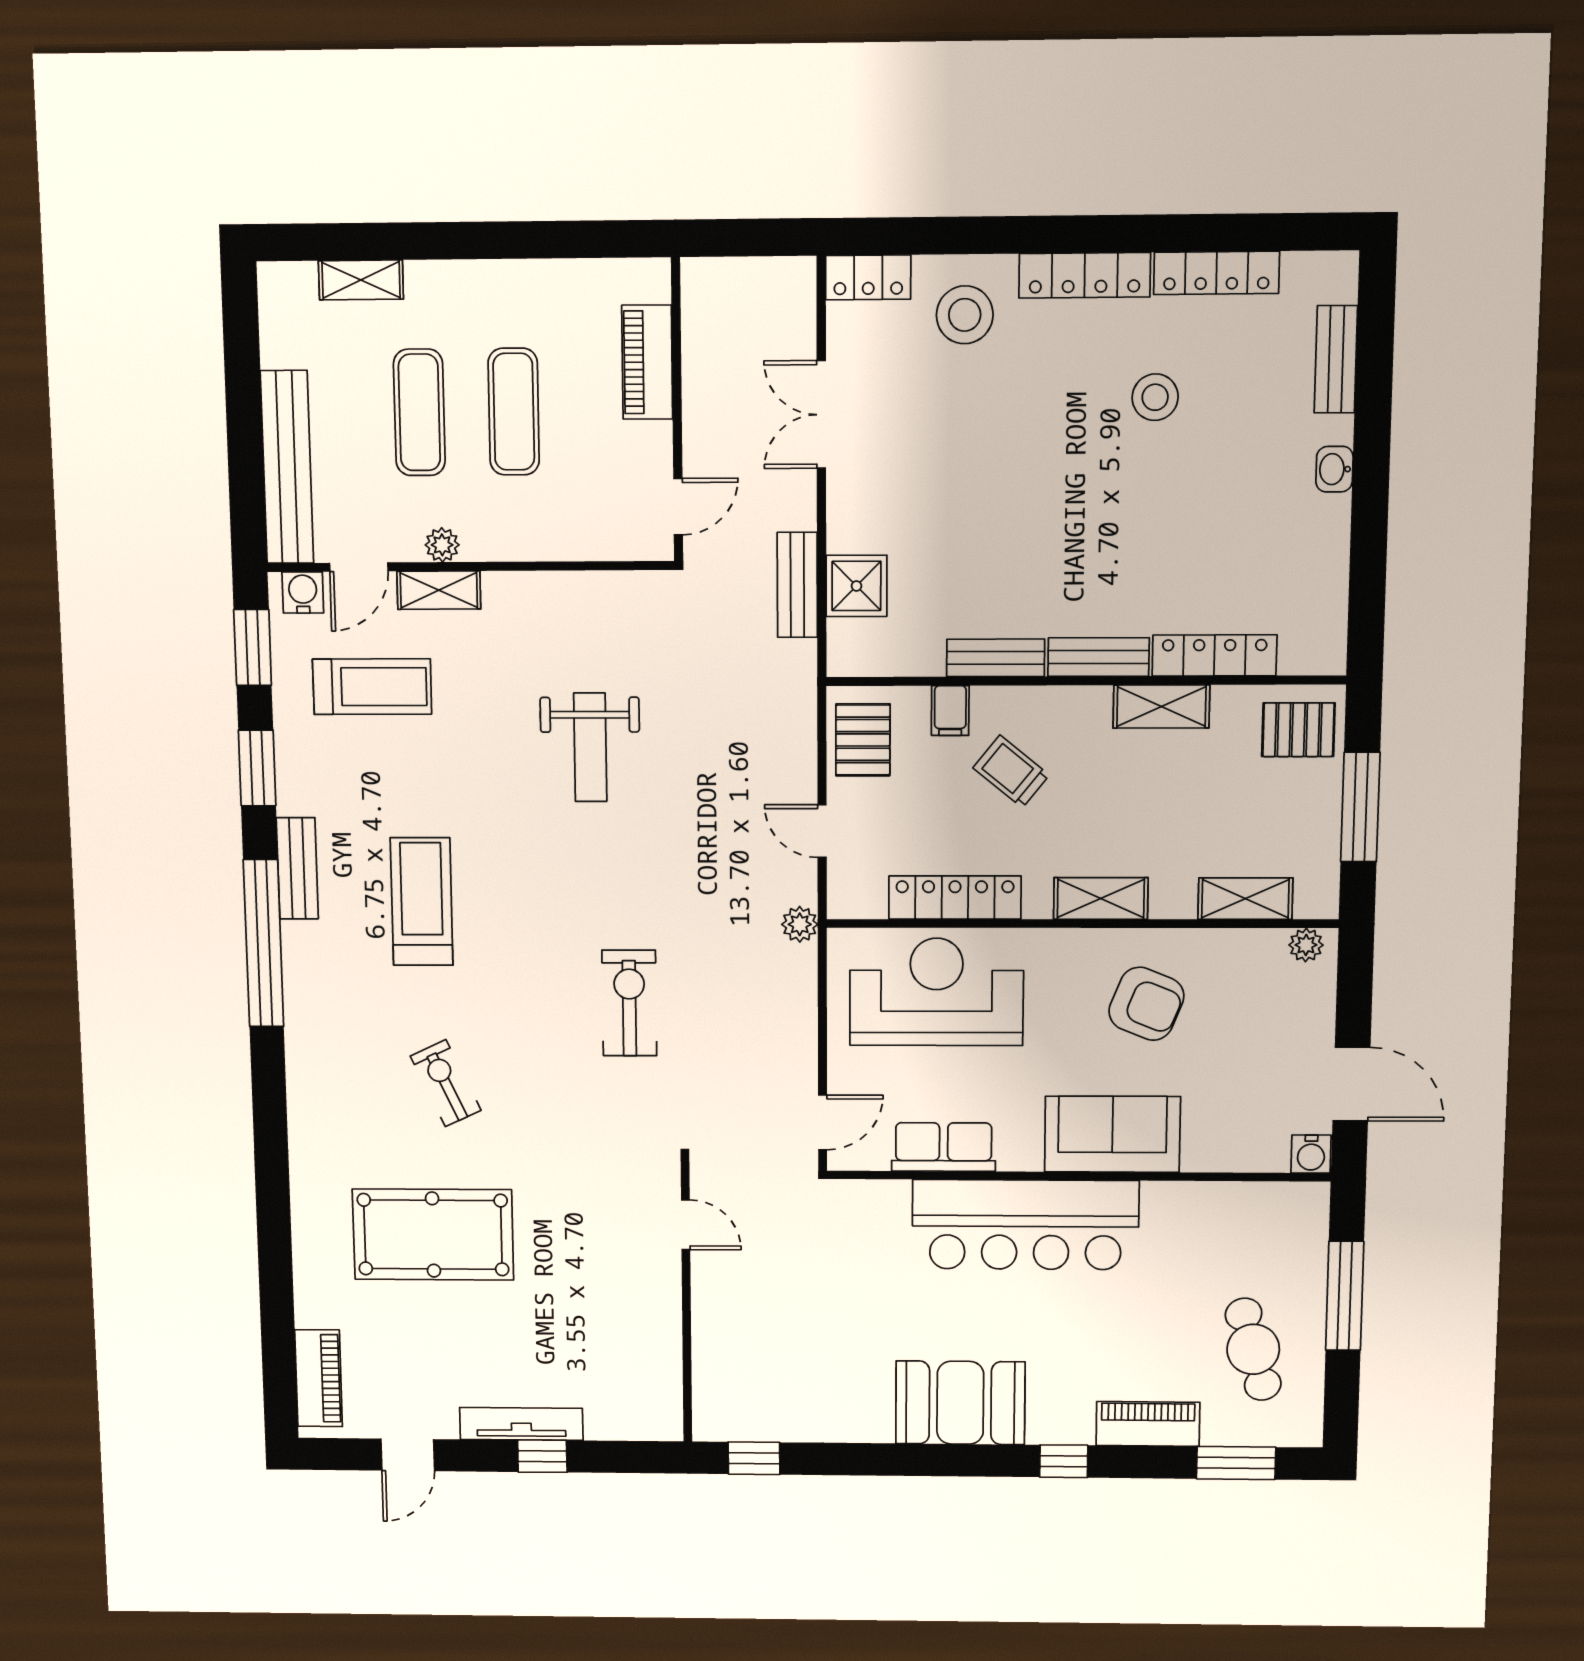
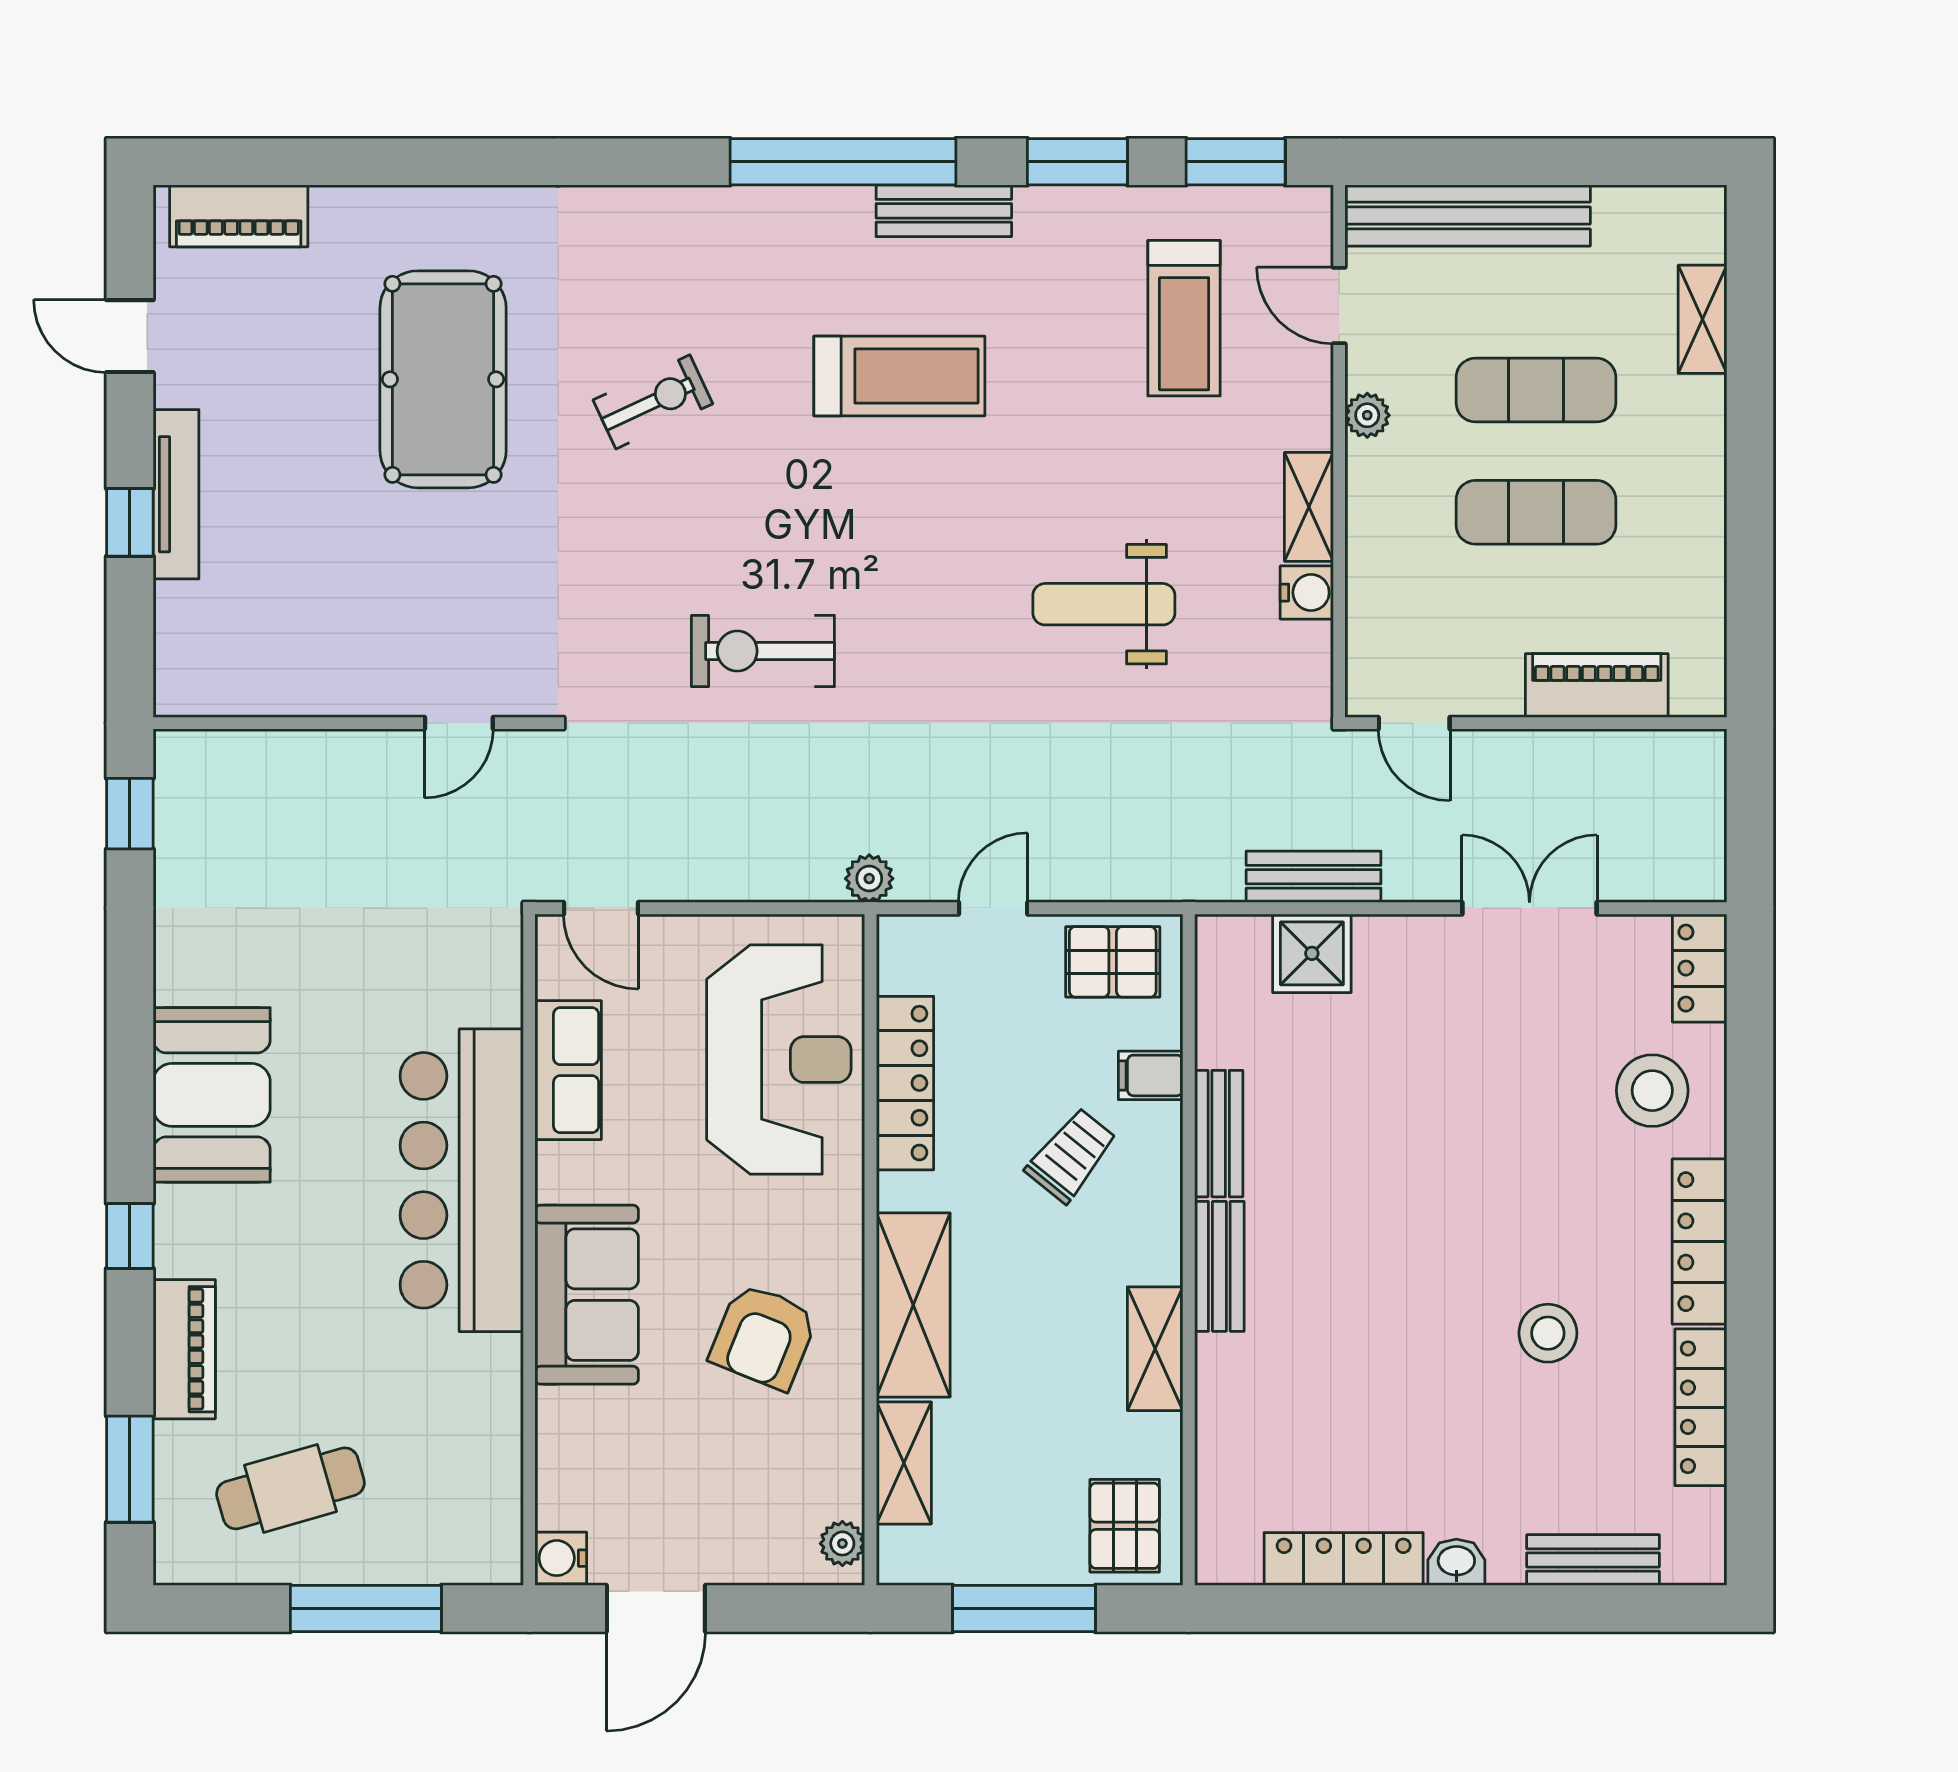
shelving: (439, 590) -> (1309, 507), moved
water cooler: (303, 592) -> (1307, 593), moved
locker: (1214, 655) -> (1344, 1559), moved, turned -90
shelving: (1101, 898) -> (913, 1305), width x1.50, depth x1.33
exercise bike: (629, 1003) -> (763, 651), turned 180

